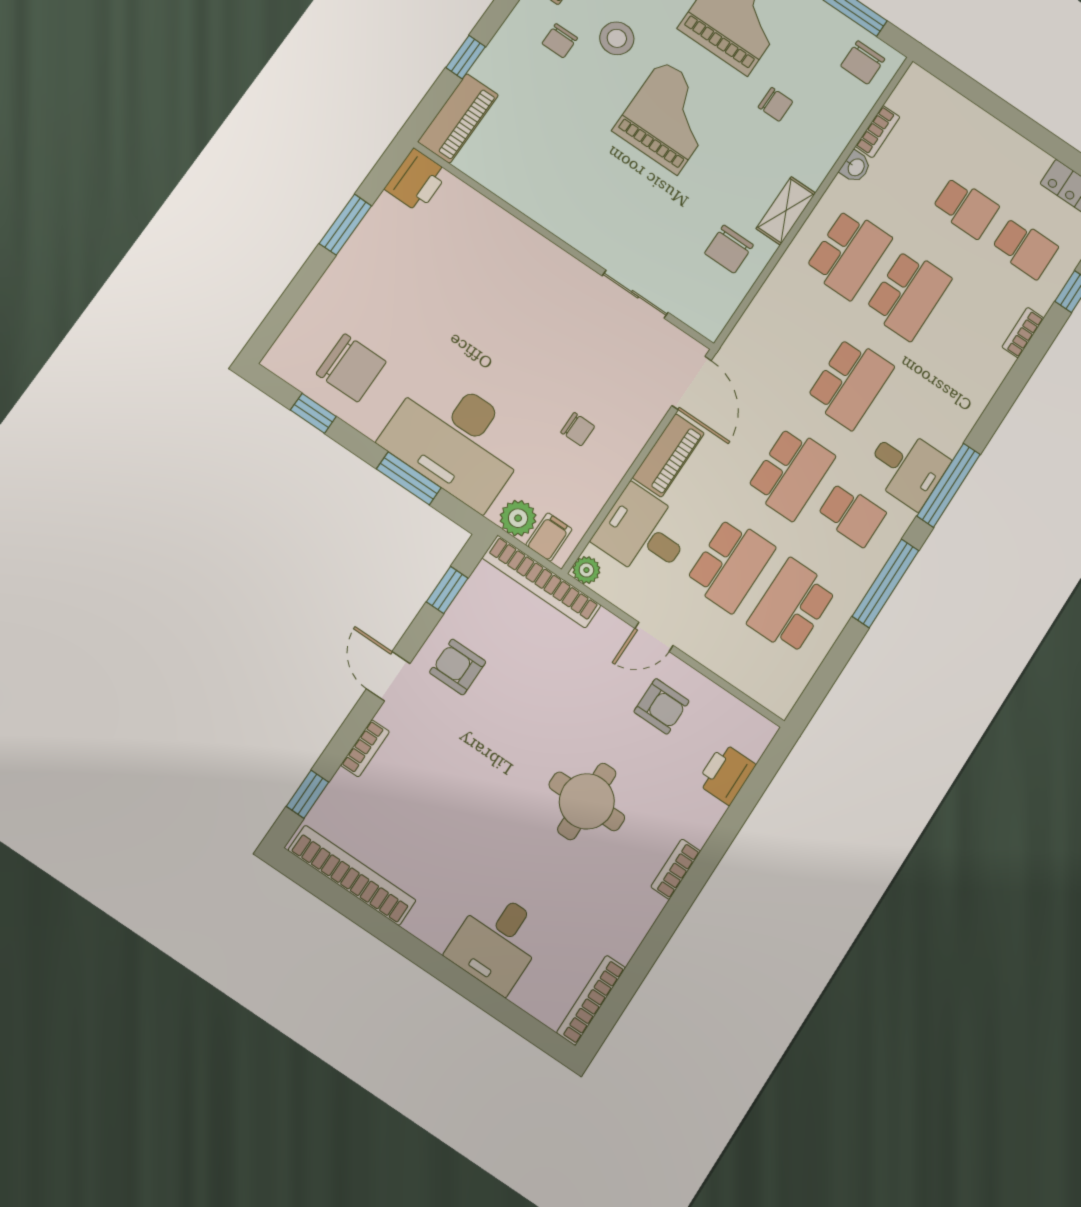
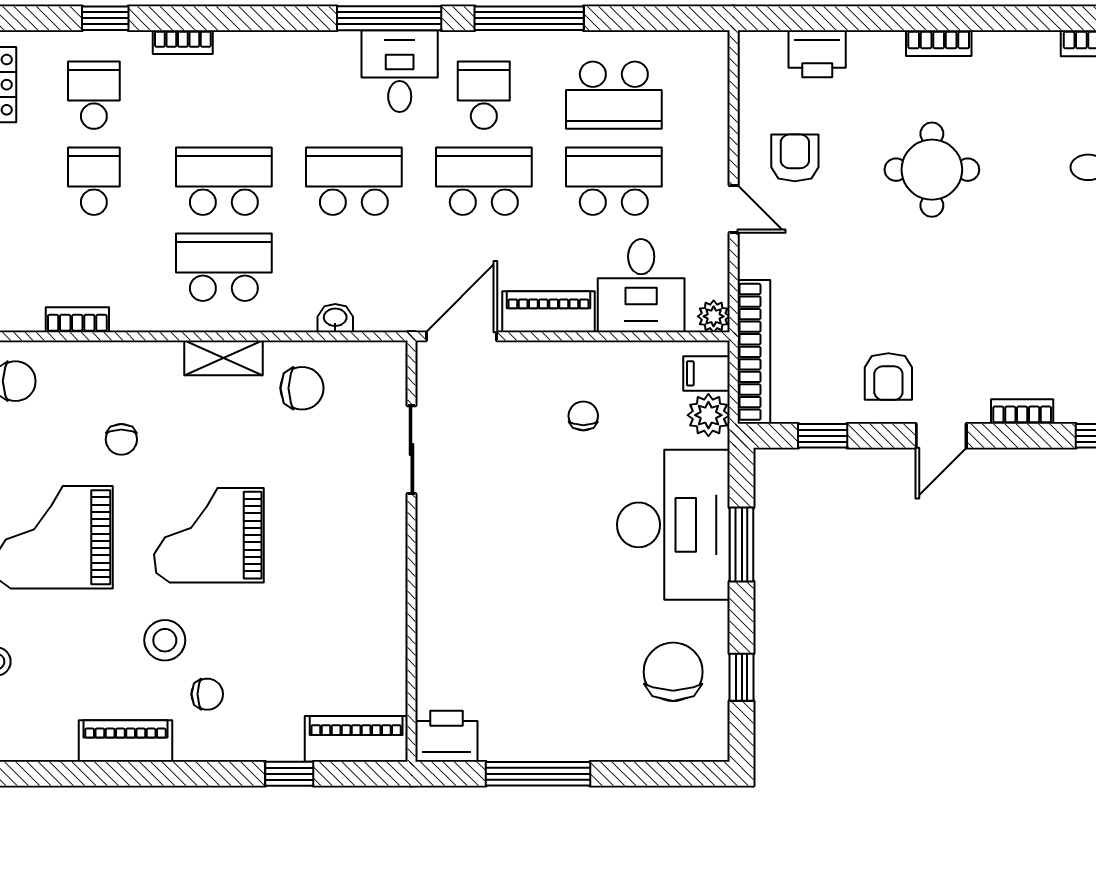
chair: (775, 104) -> (121, 439), turned 180
washbasin: (856, 167) -> (335, 318), moved
window: (345, 225) -> (538, 774), width x1.44

